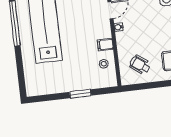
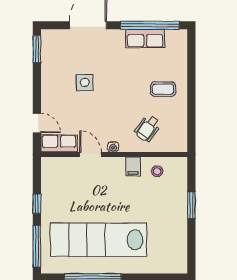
wheelchair: (140, 65) -> (148, 128), moved

